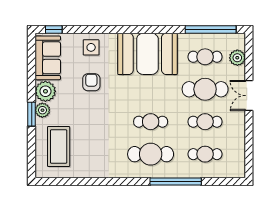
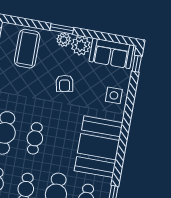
armchair: (91, 82) -> (65, 83), moved, turned 79
coffee table: (59, 147) -> (27, 49), turned 90

